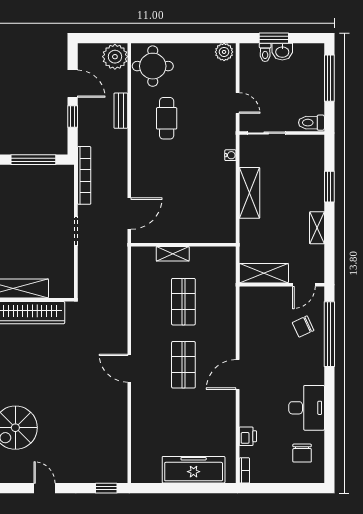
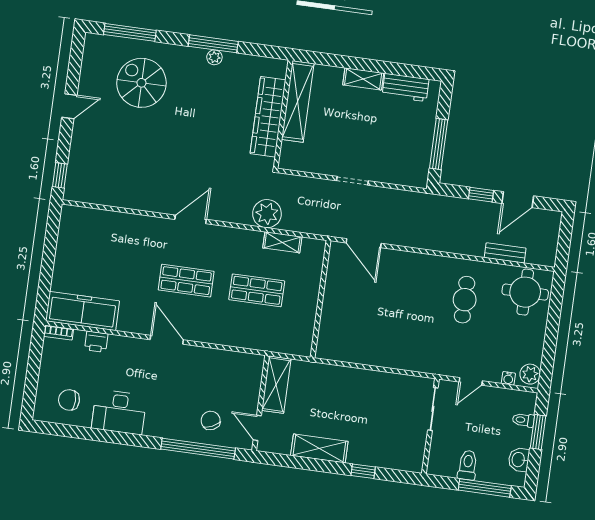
washbasin: (282, 52) -> (519, 460), moved
plant: (115, 57) -> (267, 214), moved
bench: (121, 111) -> (505, 253), moved
cafe table: (167, 118) -> (465, 300), turned 90
toilet: (311, 123) -> (468, 465), moved
water cooler: (230, 155) -> (508, 378), moved
bookcase: (84, 175) -> (413, 199), removed
window: (329, 187) -> (363, 471), width x0.67
shelving: (249, 193) -> (368, 381), removed
shelving: (317, 228) -> (319, 448), width x1.50, depth x1.33
shelving: (173, 254) -> (282, 242), moved, turned 90
freezer: (194, 470) -> (83, 311), moved, turned -90

